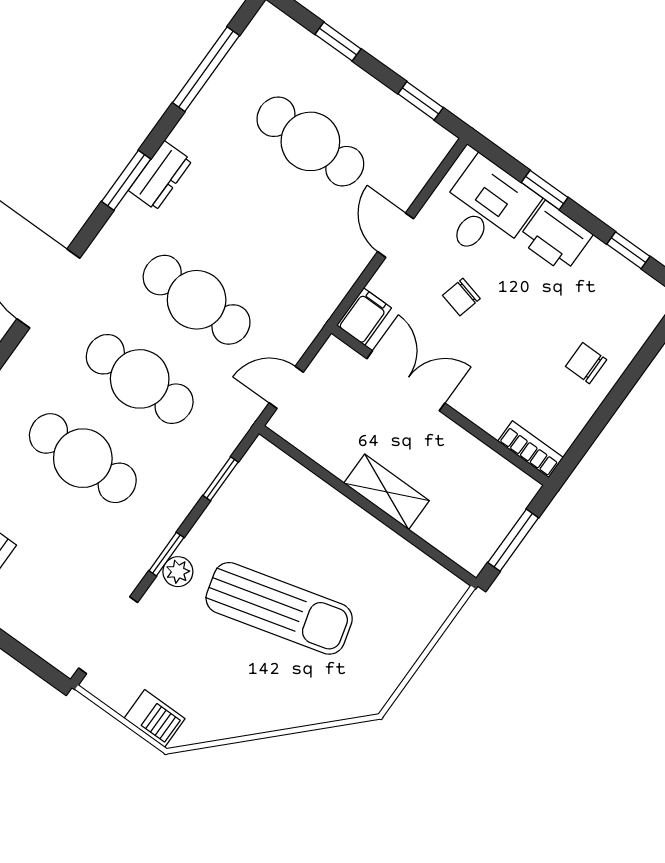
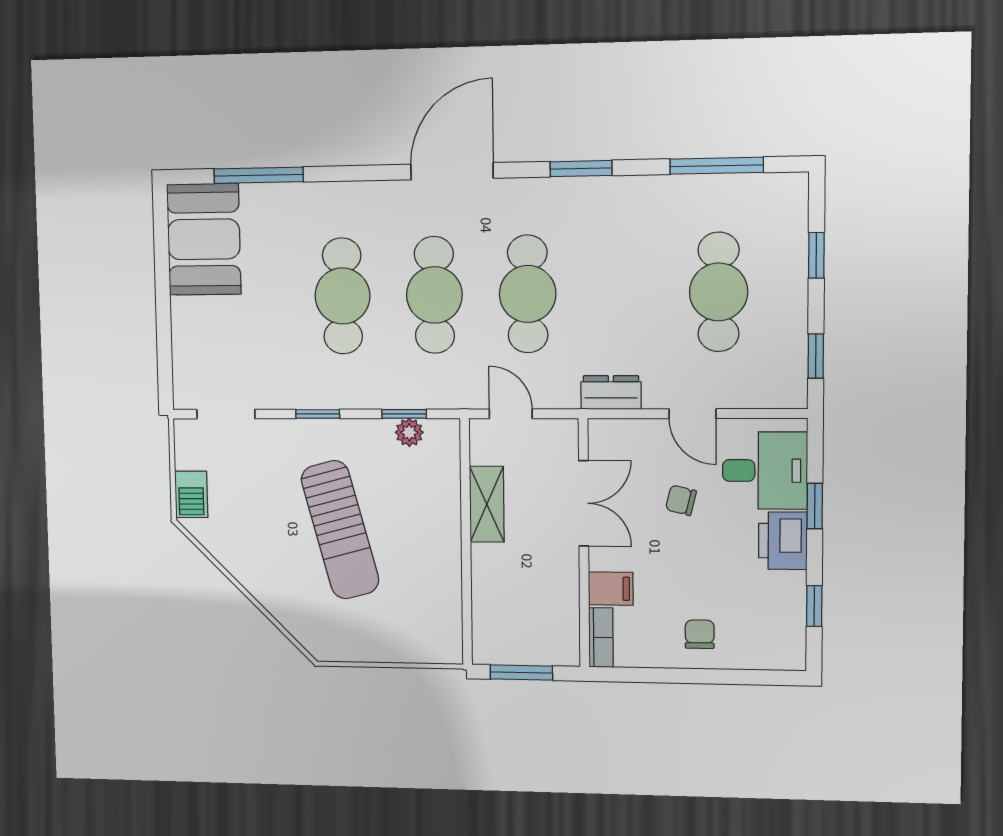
dresser: (160, 176) -> (611, 392), moved, turned 180
door: (396, 235) -> (693, 414), swing flipped
filing cabinet: (364, 317) -> (611, 589), moved
shelving: (387, 492) -> (487, 504), moved
plant: (178, 572) -> (409, 432), moved
doorway: (108, 635) -> (226, 414), width x0.73

